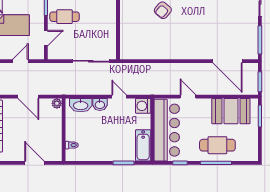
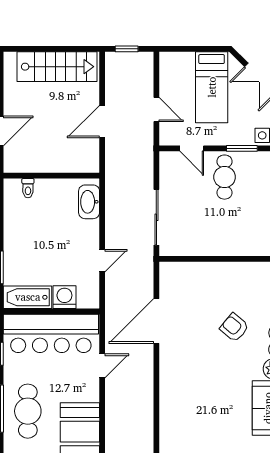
door: (227, 61) -> (156, 321), moved
plant: (57, 103) -> (92, 165), removed
washbasin: (100, 104) -> (90, 231), removed
washing machine: (143, 106) -> (64, 297), moved

